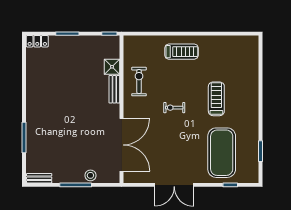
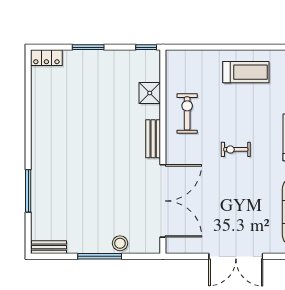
bench: (114, 89) -> (153, 139), moved

